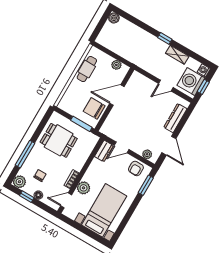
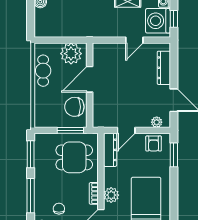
plant: (116, 65) -> (71, 54), width x1.88, depth x1.88
window: (42, 124) -> (31, 154), added
dining table: (59, 140) -> (74, 157), moved
dresser: (104, 151) -> (110, 150), width x1.44

